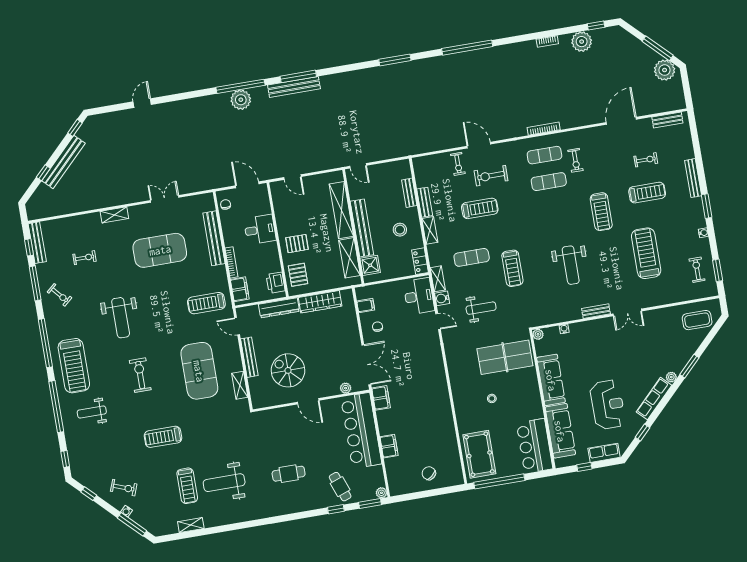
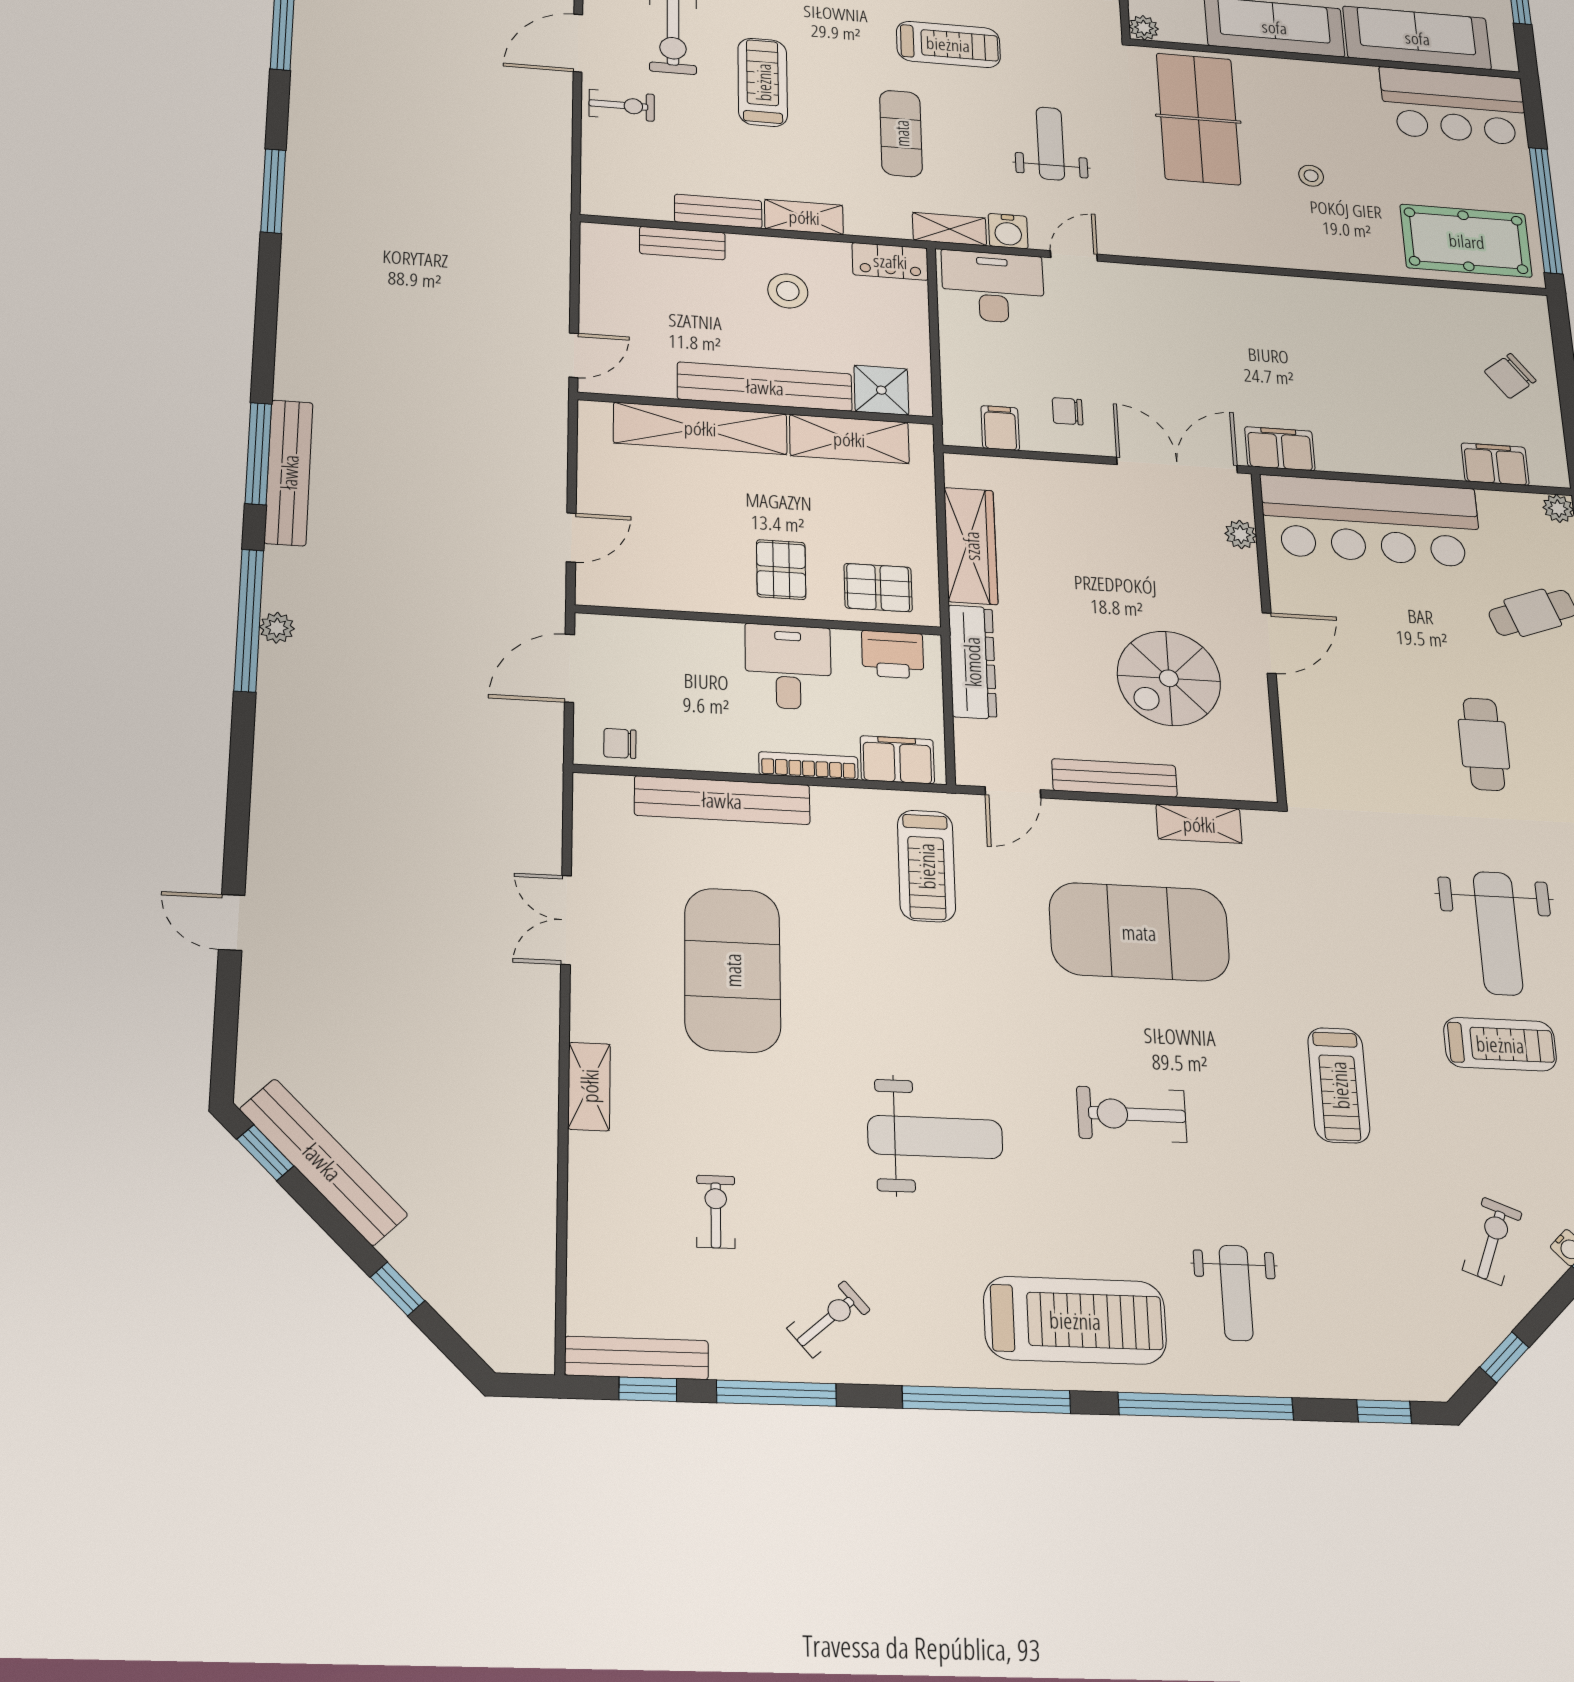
plant: (241, 100) -> (277, 628), width x0.53, depth x0.53
bench: (63, 162) -> (323, 1162), moved
desk: (260, 230) -> (788, 667), moved
filing cabinet: (389, 446) -> (1495, 464), moved

